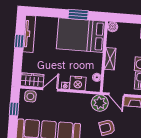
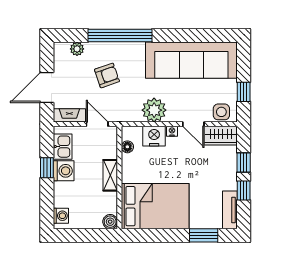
window: (78, 15) -> (204, 235), moved
tv unit: (29, 34) -> (230, 210), width x0.71
window: (18, 60) -> (244, 163), added
door: (50, 89) -> (193, 124), hinge flipped
plant: (100, 103) -> (154, 110), moved

